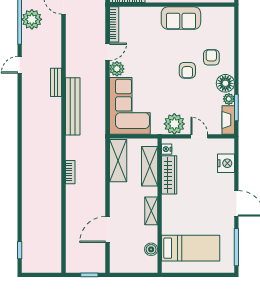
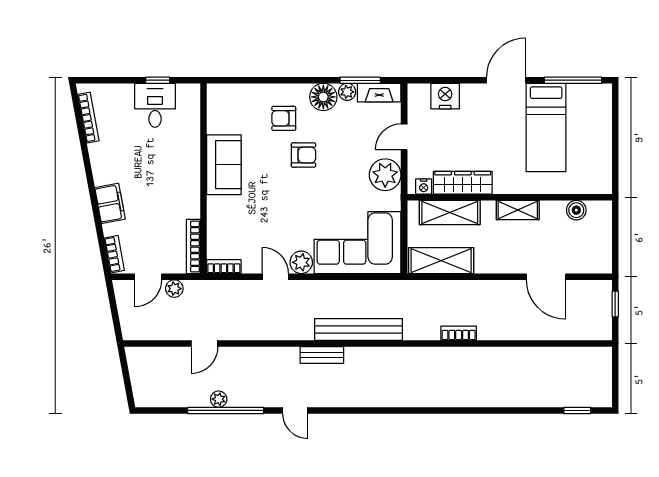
plant: (32, 19) -> (219, 399), width x0.53, depth x0.53
bookcase: (114, 24) -> (224, 267), width x0.64
bed: (191, 248) -> (546, 127), moved, turned 180

